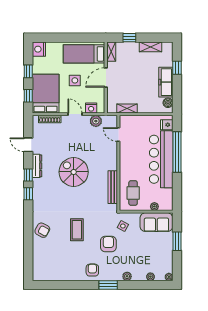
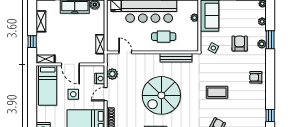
door: (118, 135) -> (125, 52), swing flipped
spiral stairs: (74, 172) -> (161, 95), width x1.37, depth x1.37
cafe table: (133, 193) -> (164, 37), moved
armchair: (108, 244) -> (240, 44), moved, turned 90
window: (53, 285) -> (270, 115), added
window: (108, 285) -> (270, 40), moved

